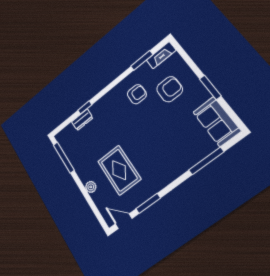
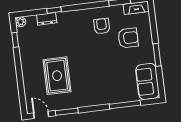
armchair: (137, 94) -> (102, 26), turned -90
window: (64, 157) -> (15, 40), width x0.46
plant: (91, 187) -> (21, 22), moved

